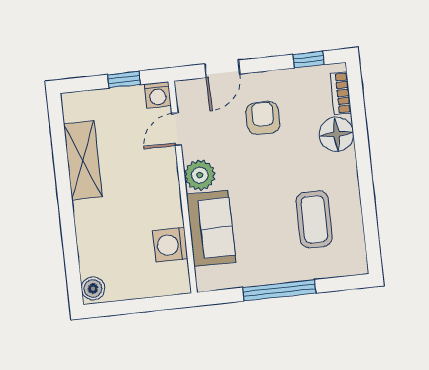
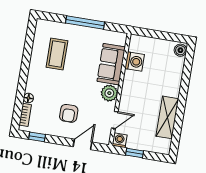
floor lamp: (336, 134) -> (28, 98), width x0.53, depth x0.53

